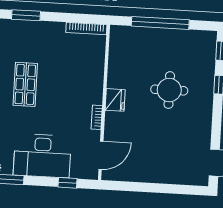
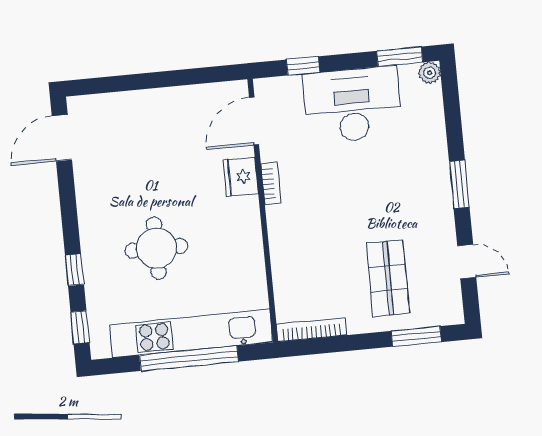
kitchen unit: (157, 37) -> (191, 333), added
shop shelf: (25, 84) -> (388, 278), moved
fridge: (115, 100) -> (241, 177), moved

